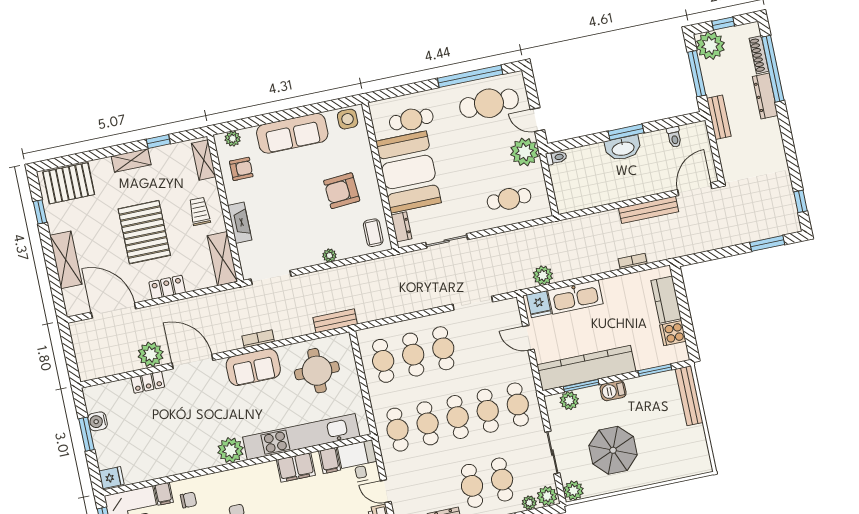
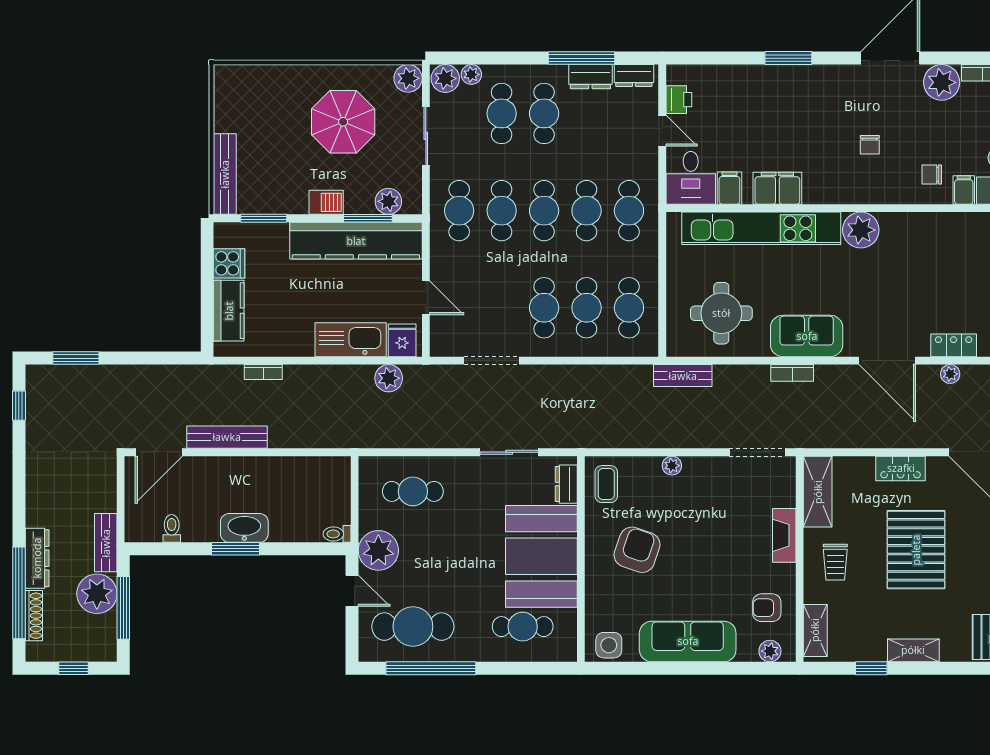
plant: (710, 46) -> (97, 594), moved
armchair: (342, 191) -> (637, 550), turned -67
plant: (151, 354) -> (950, 374), width x0.53, depth x0.53

